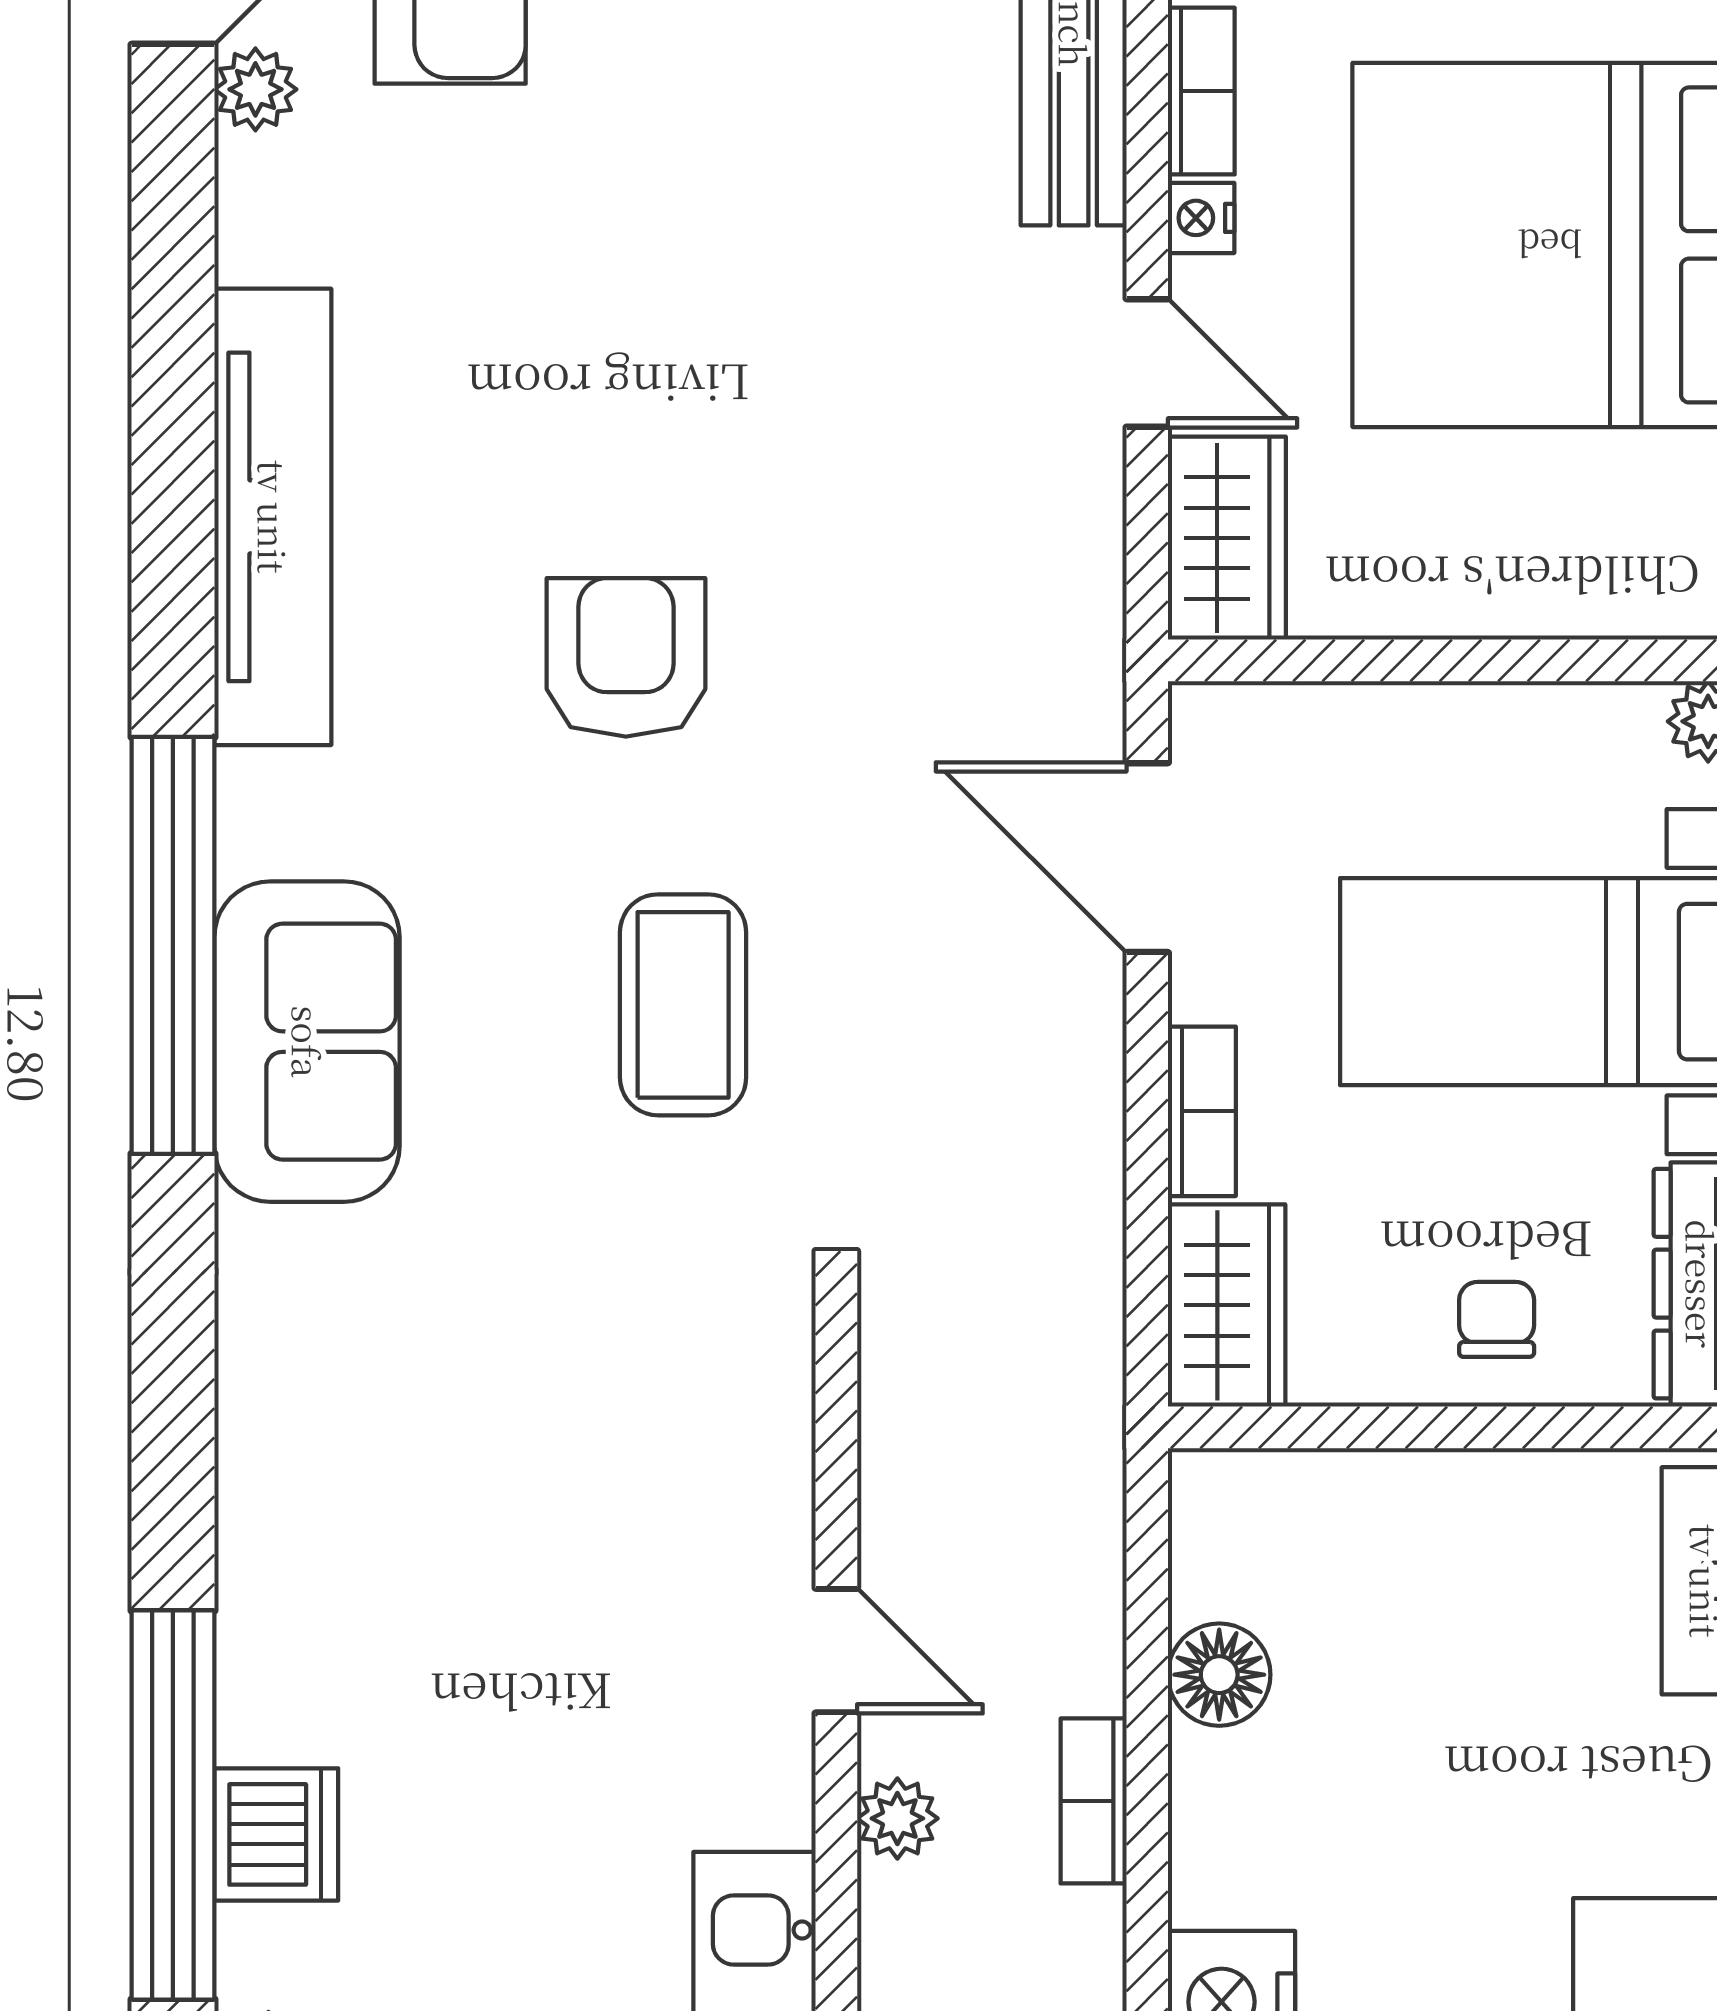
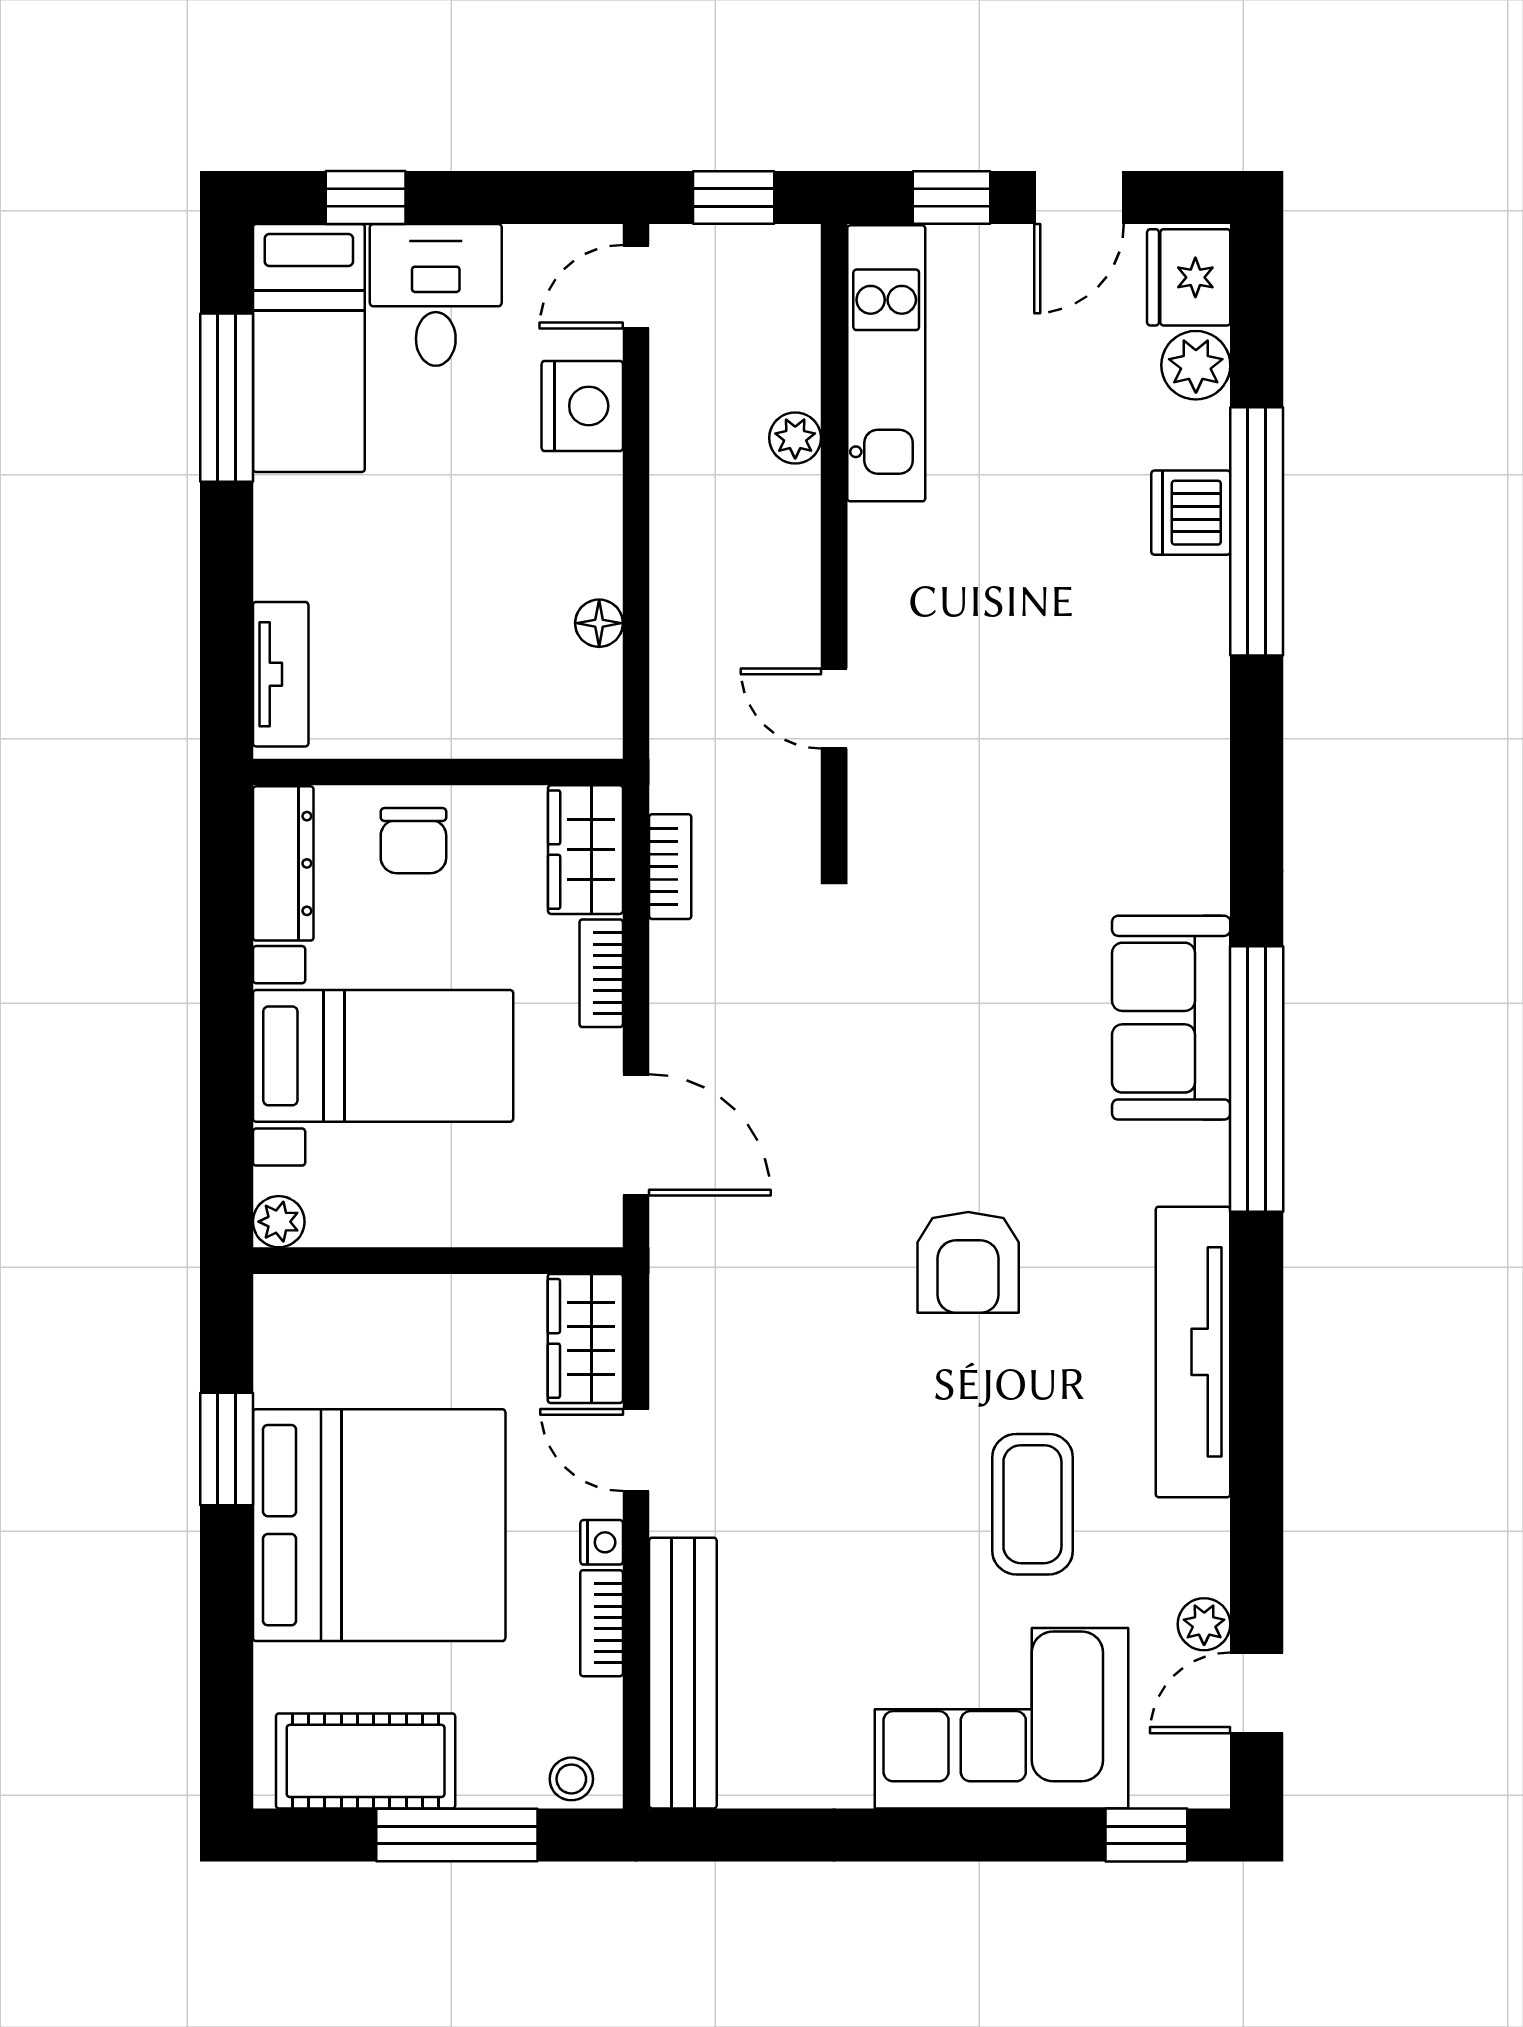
coffee table: (683, 1005) -> (1032, 1504), moved
chair: (1497, 1319) -> (413, 841), width x1.37, depth x1.37
door: (836, 1651) -> (834, 709), moved
floor lamp: (1219, 1675) -> (599, 623), width x0.73, depth x0.73
bookcase: (1094, 1801) -> (670, 867), moved
plant: (897, 1818) -> (795, 438), moved

